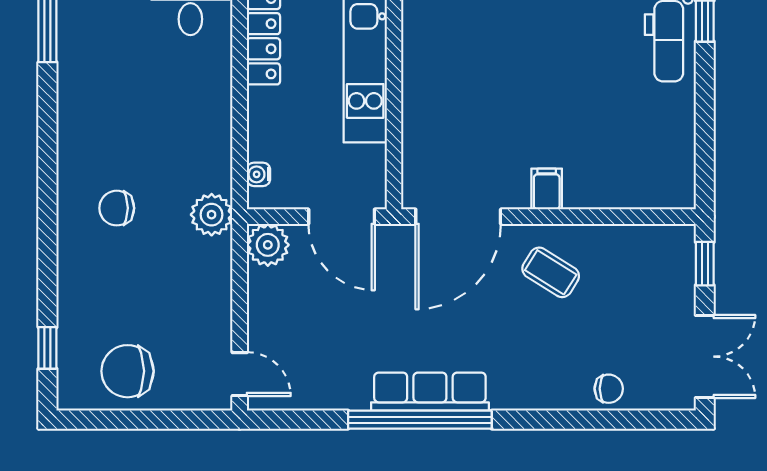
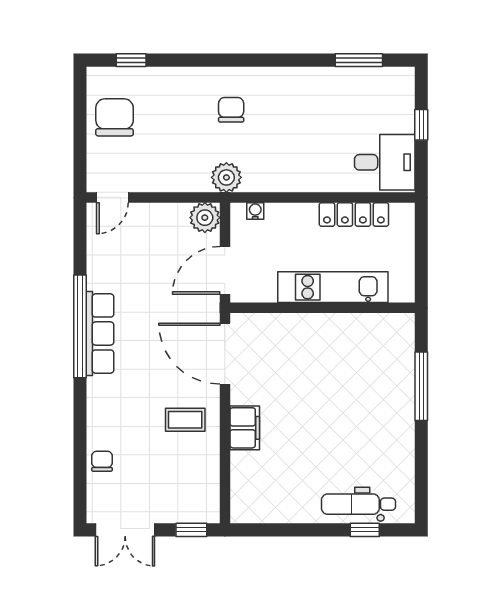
filing cabinet: (547, 189) -> (245, 428), width x2.00
coffee table: (551, 272) -> (185, 420), turned 58
chair: (609, 389) -> (102, 461), turned 180

